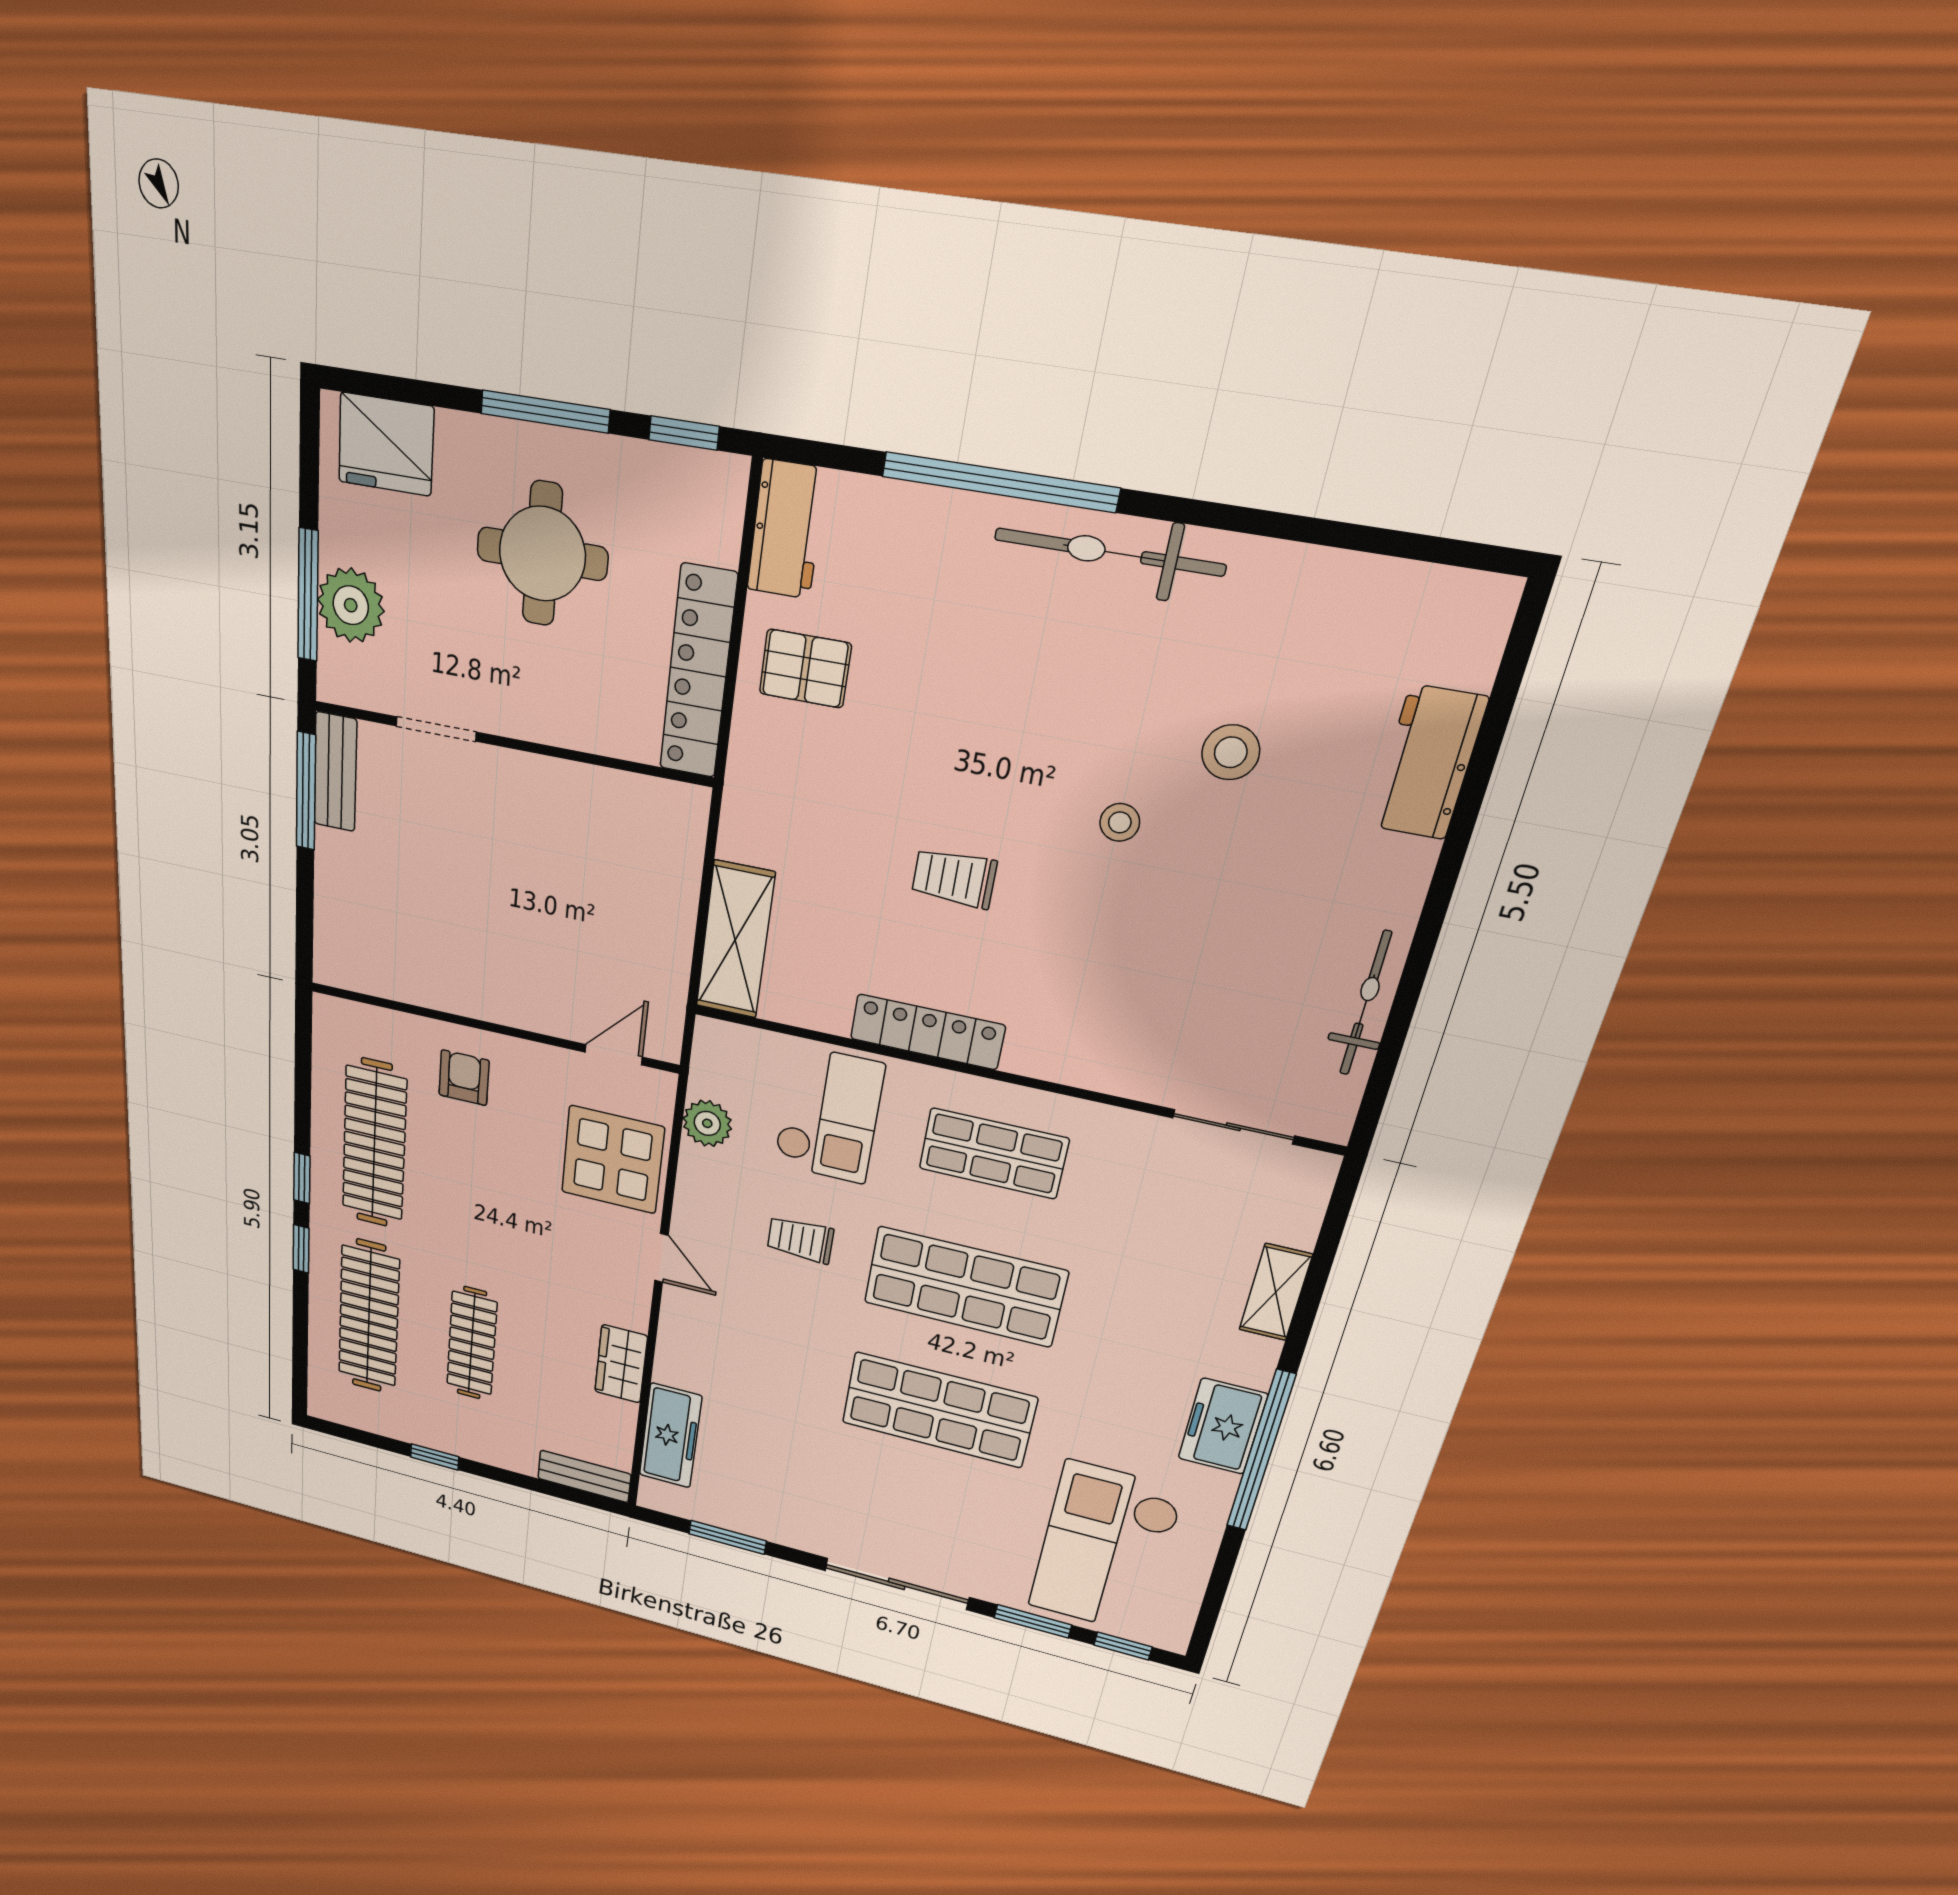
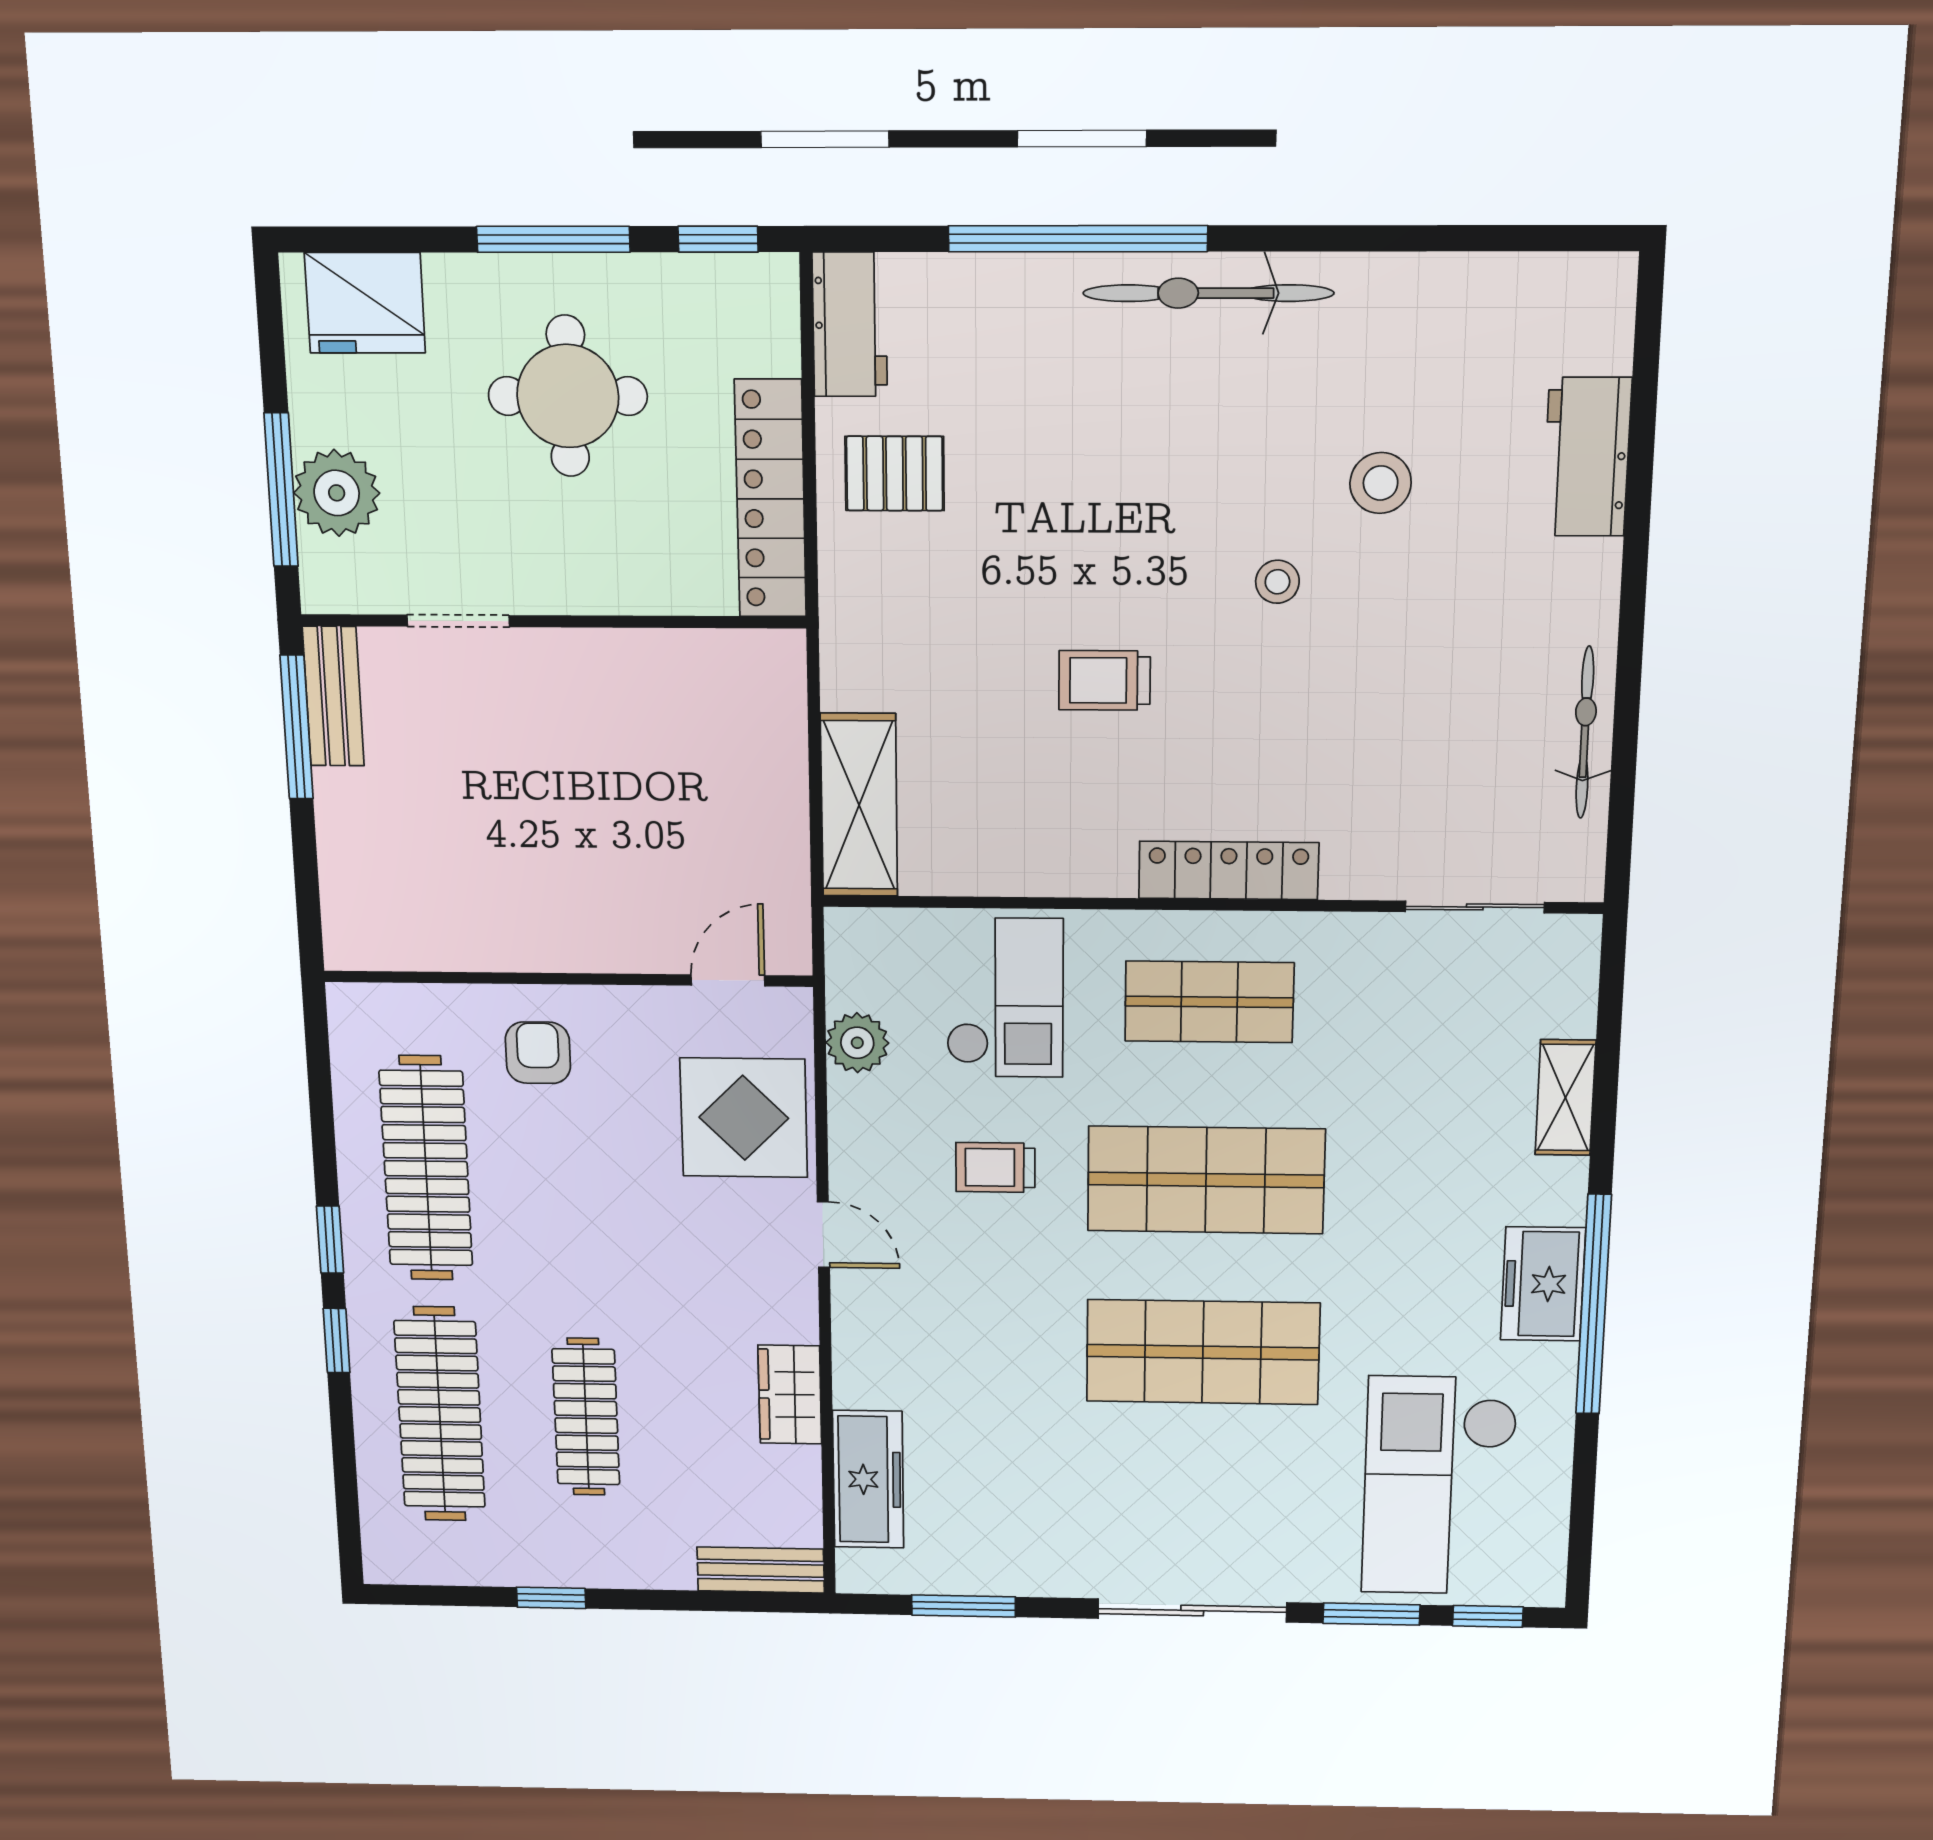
locker: (927, 1032) -> (1229, 870), moved

